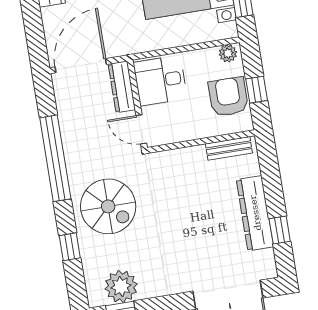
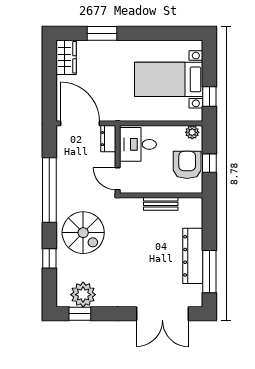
door: (81, 66) -> (80, 123), hinge flipped
dresser: (122, 87) -> (108, 139), width x0.70
bench: (229, 148) -> (161, 204), moved
window: (280, 230) -> (209, 272), width x2.17

